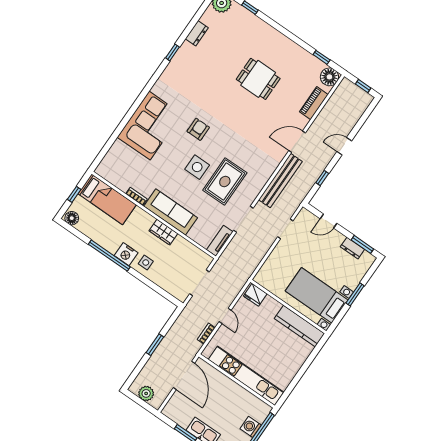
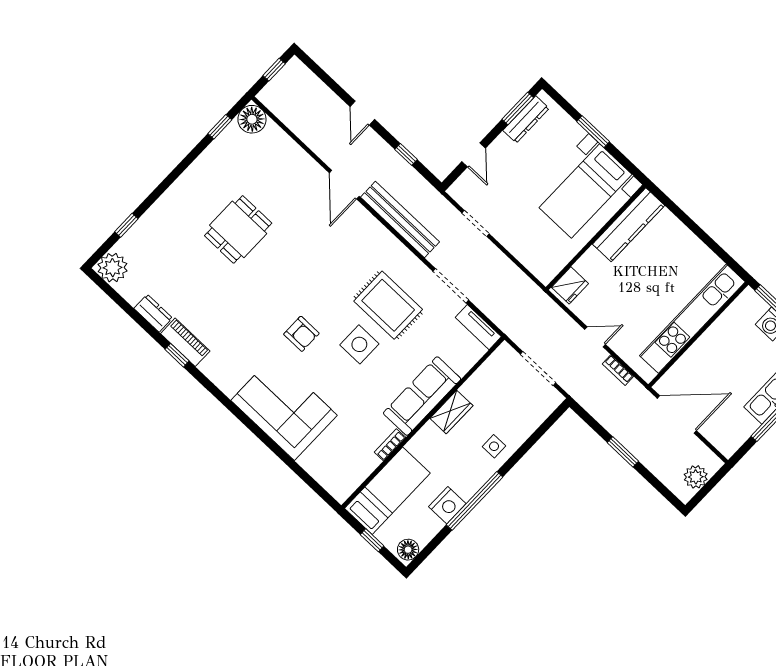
piano: (314, 103) -> (185, 342), moved, turned 180
armchair: (198, 129) -> (301, 334), turned 180
dresser: (352, 248) -> (526, 119), width x1.44
nightstand: (126, 254) -> (447, 505), moved

